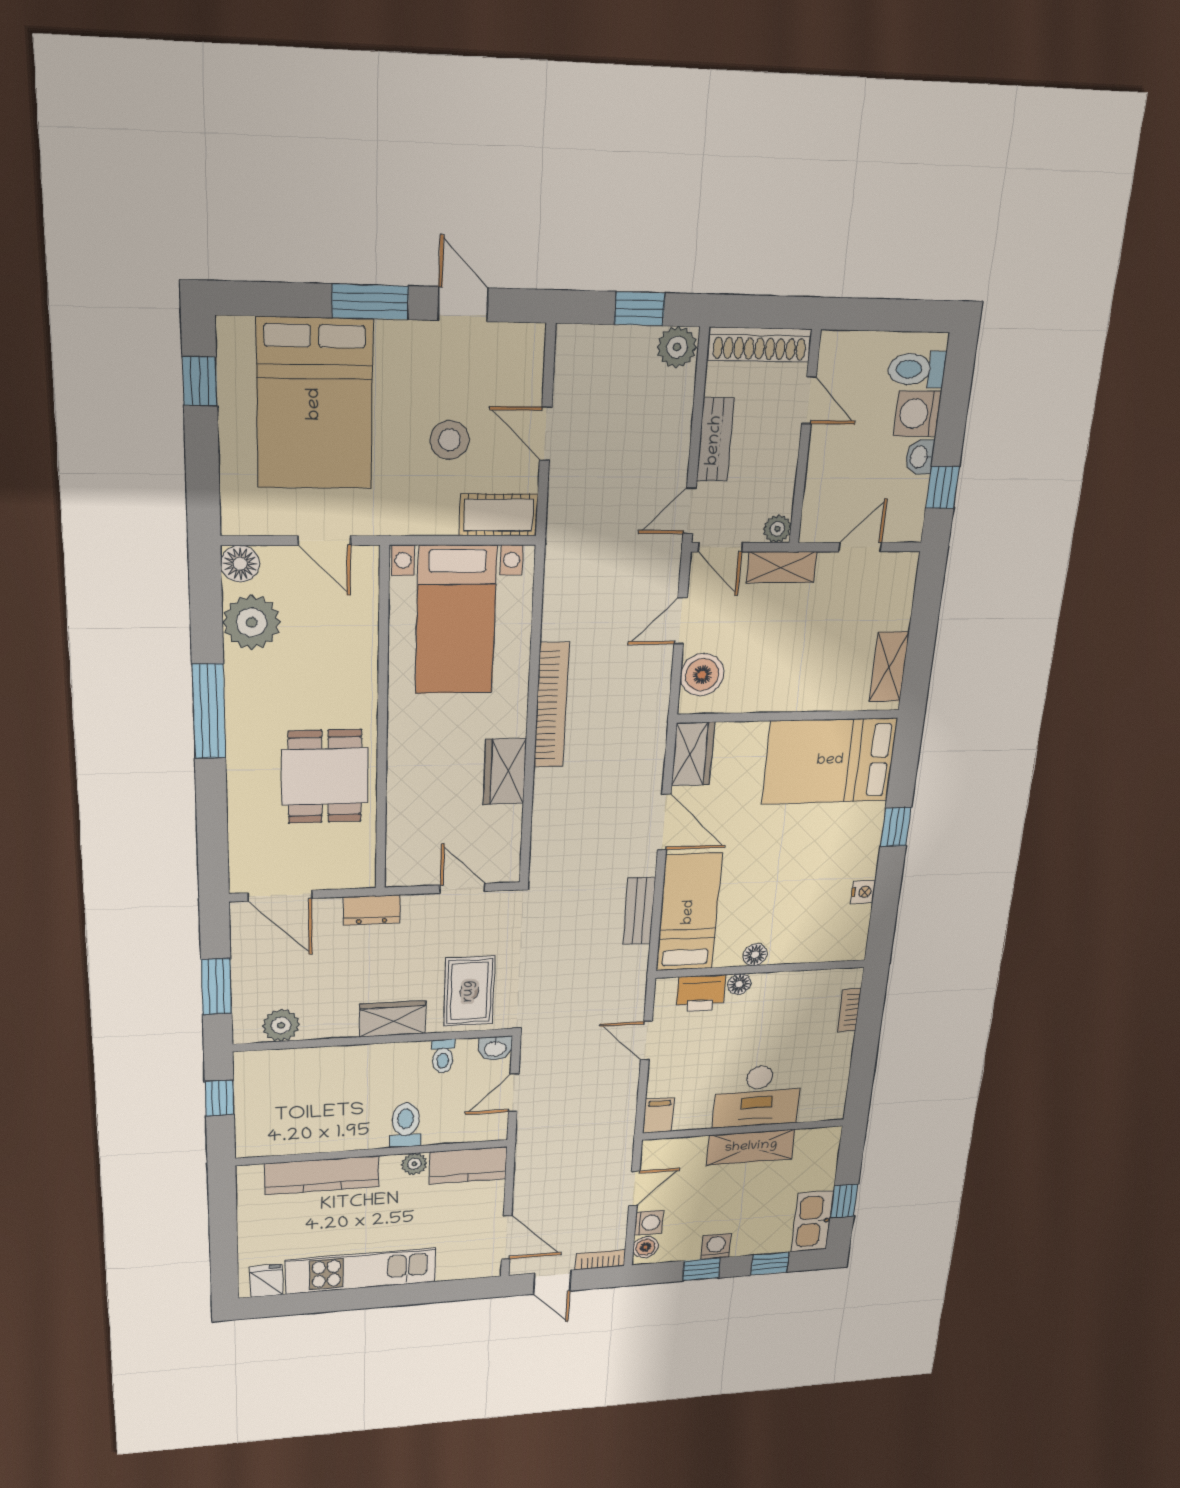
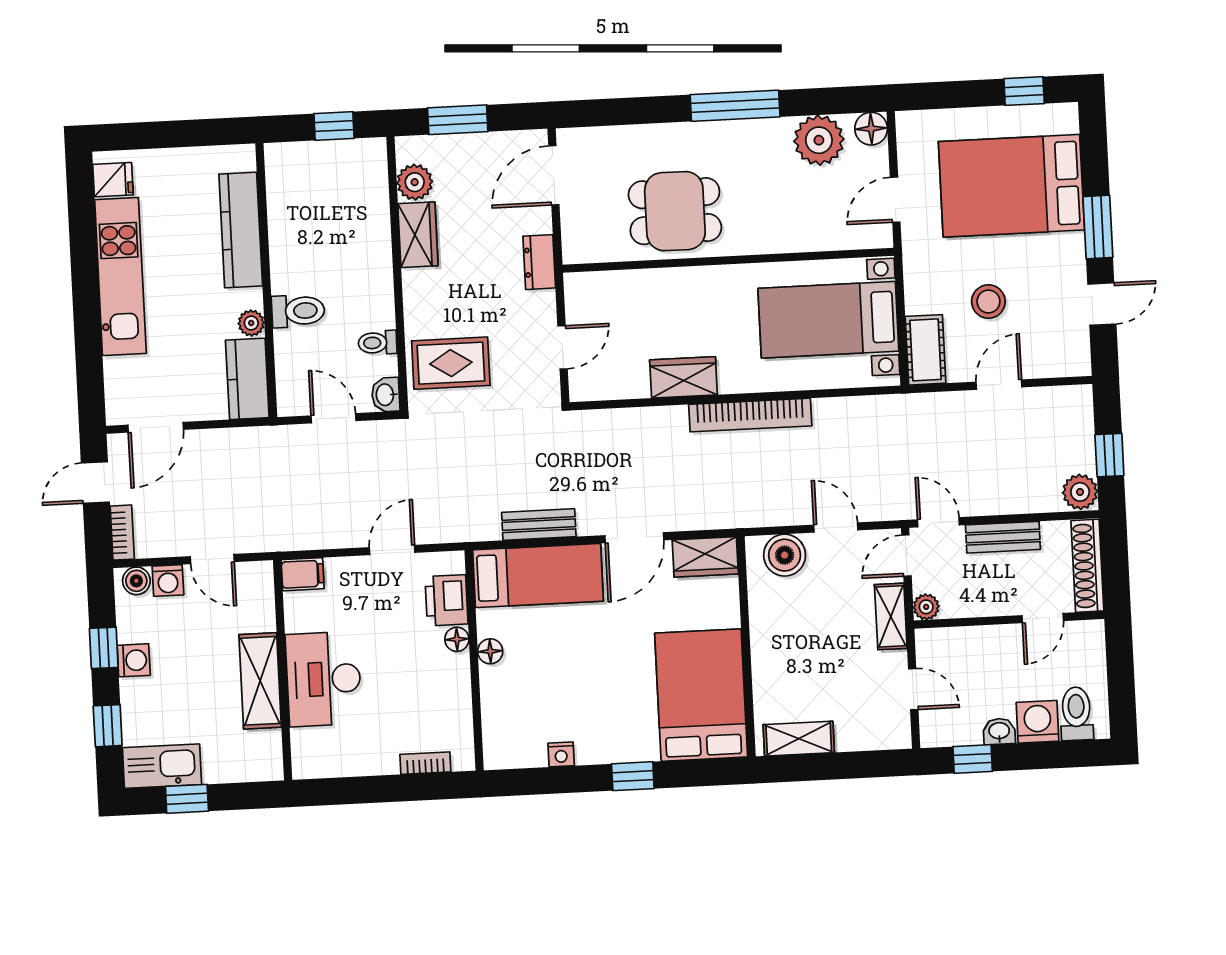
wardrobe: (393, 1019) -> (418, 235), moved

